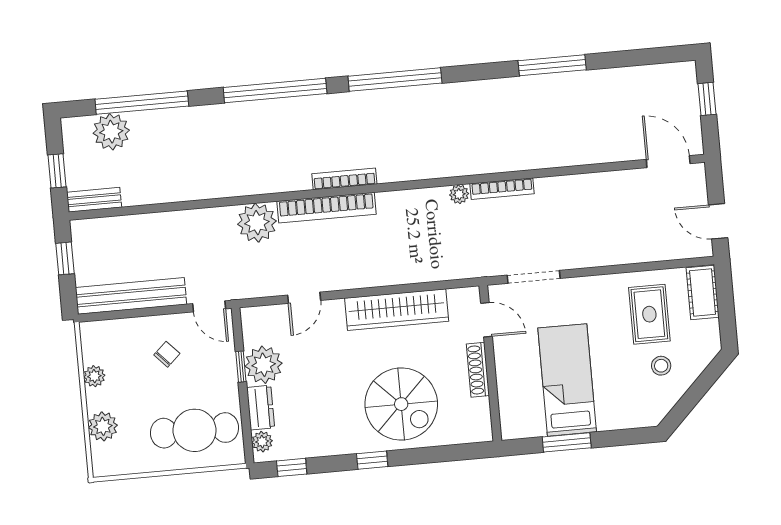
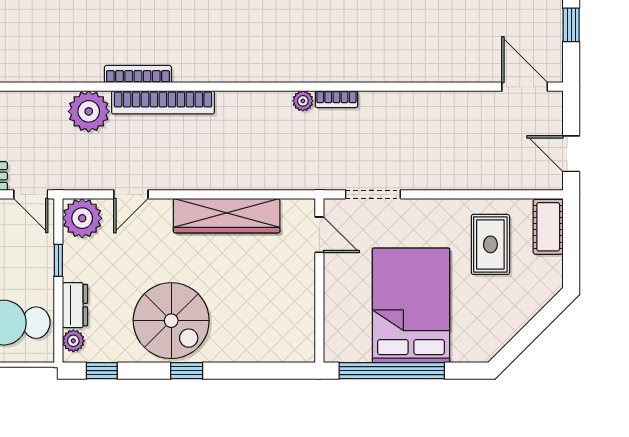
bookcase: (344, 179) -> (138, 74), moved
bookcase: (502, 189) -> (336, 99), width x0.64
plant: (264, 365) -> (82, 218), moved
stool: (661, 366) -> (498, 299), removed
shoe rack: (478, 370) -> (306, 286), removed
bed: (567, 380) -> (411, 305), width x1.50
spiral stairs: (401, 404) -> (171, 321), moved
window: (567, 442) -> (392, 371), width x2.11

